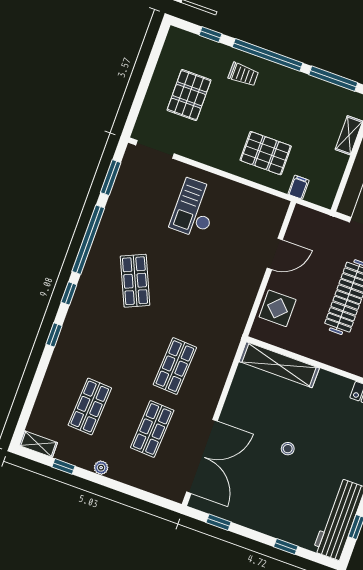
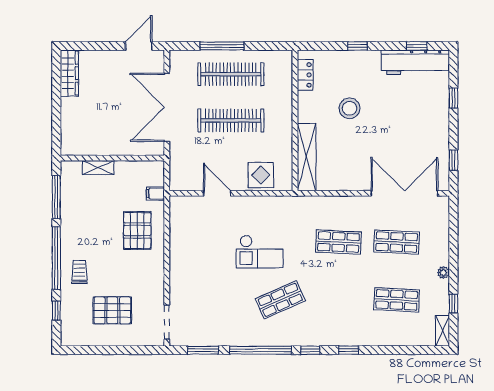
checkout: (195, 208) -> (260, 252), moved
stool: (288, 449) -> (350, 108), moved, width x1.89, depth x1.89

